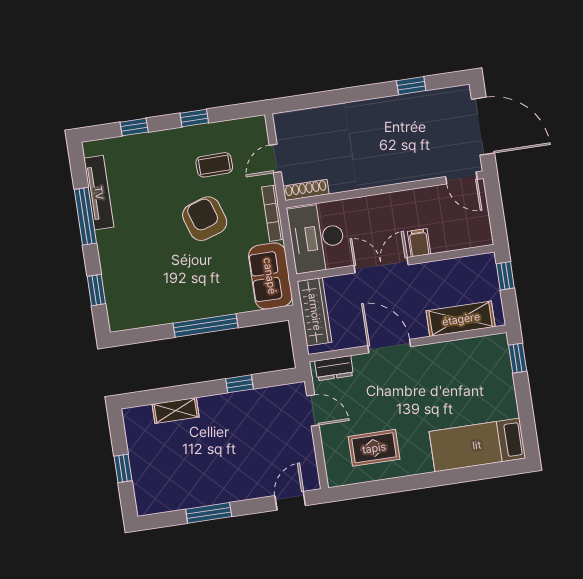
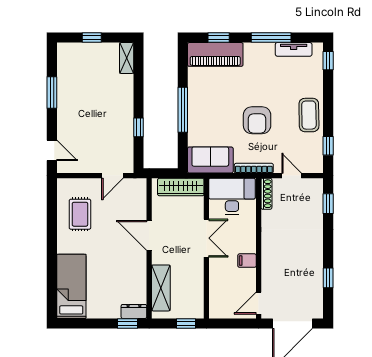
window: (307, 101) -> (328, 204), added
window: (194, 118) -> (328, 146), moved
window: (134, 127) -> (328, 61), moved
coffee table: (214, 165) -> (309, 115), moved, width x1.36, depth x1.30
tv unit: (99, 193) -> (294, 49), width x0.71
armchair: (205, 219) -> (257, 120), turned 108
filing cabinet: (419, 243) -> (247, 261), moved, turned 180
piano: (121, 291) -> (215, 54), added
door: (389, 346) -> (149, 235), swing flipped
dresser: (334, 368) -> (134, 311), moved, turned 90
shelving: (176, 410) -> (127, 58), moved

